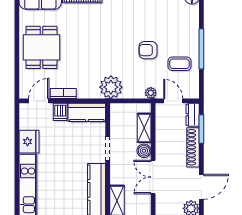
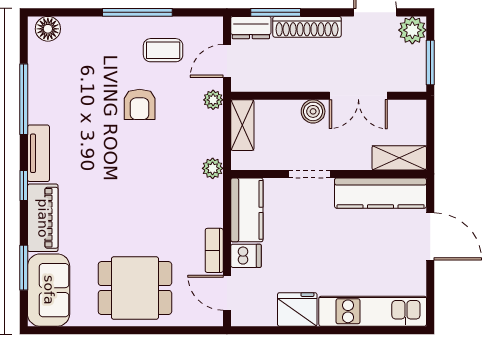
coffee table: (179, 64) -> (163, 50), turned 90
plant: (111, 87) -> (213, 168), width x0.53, depth x0.53
shelving: (144, 128) -> (242, 125), moved, turned 90

